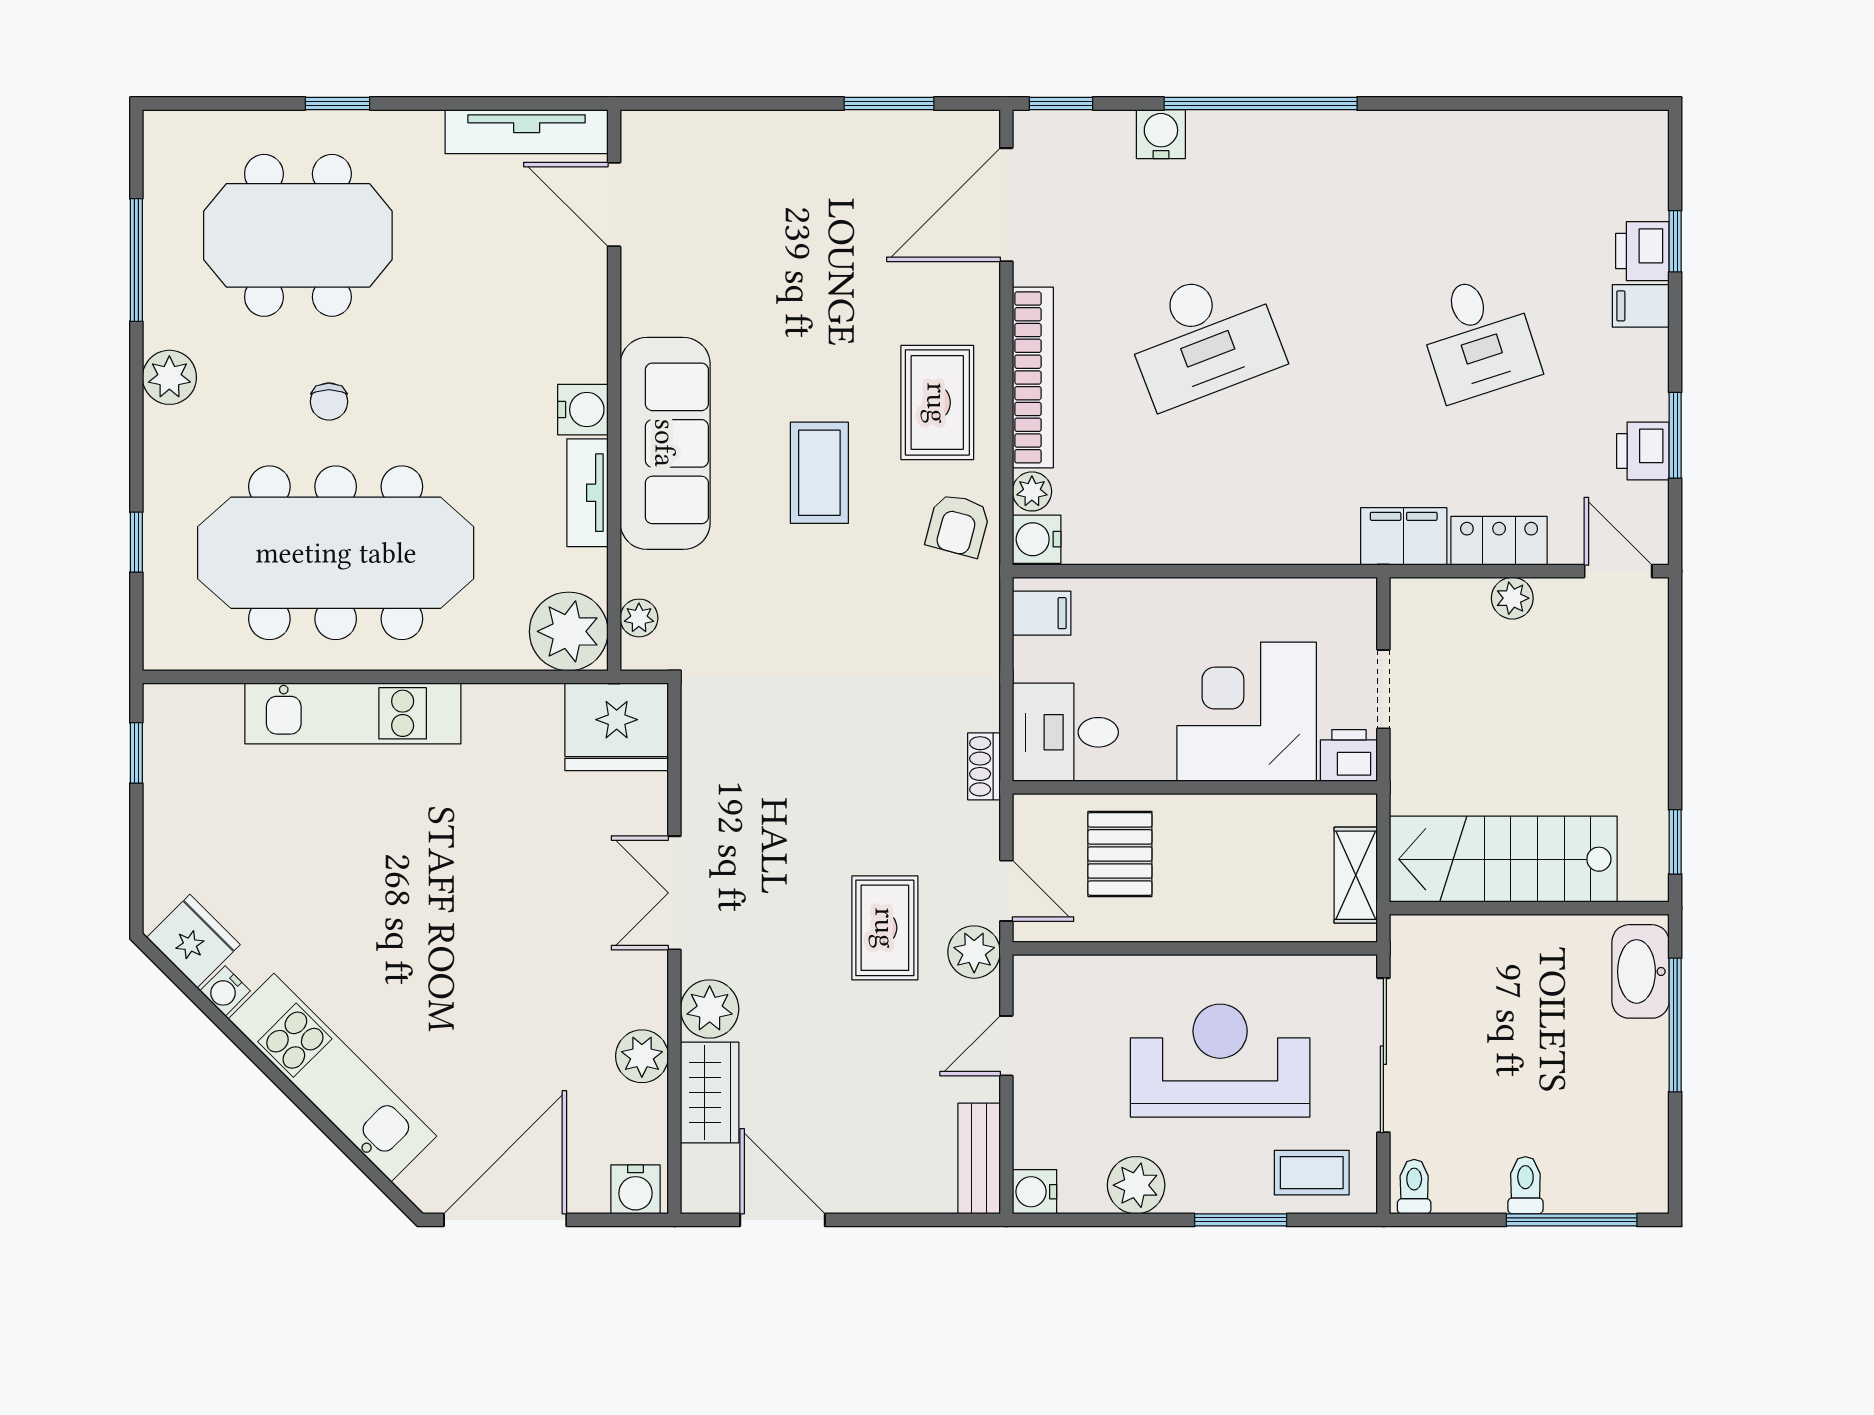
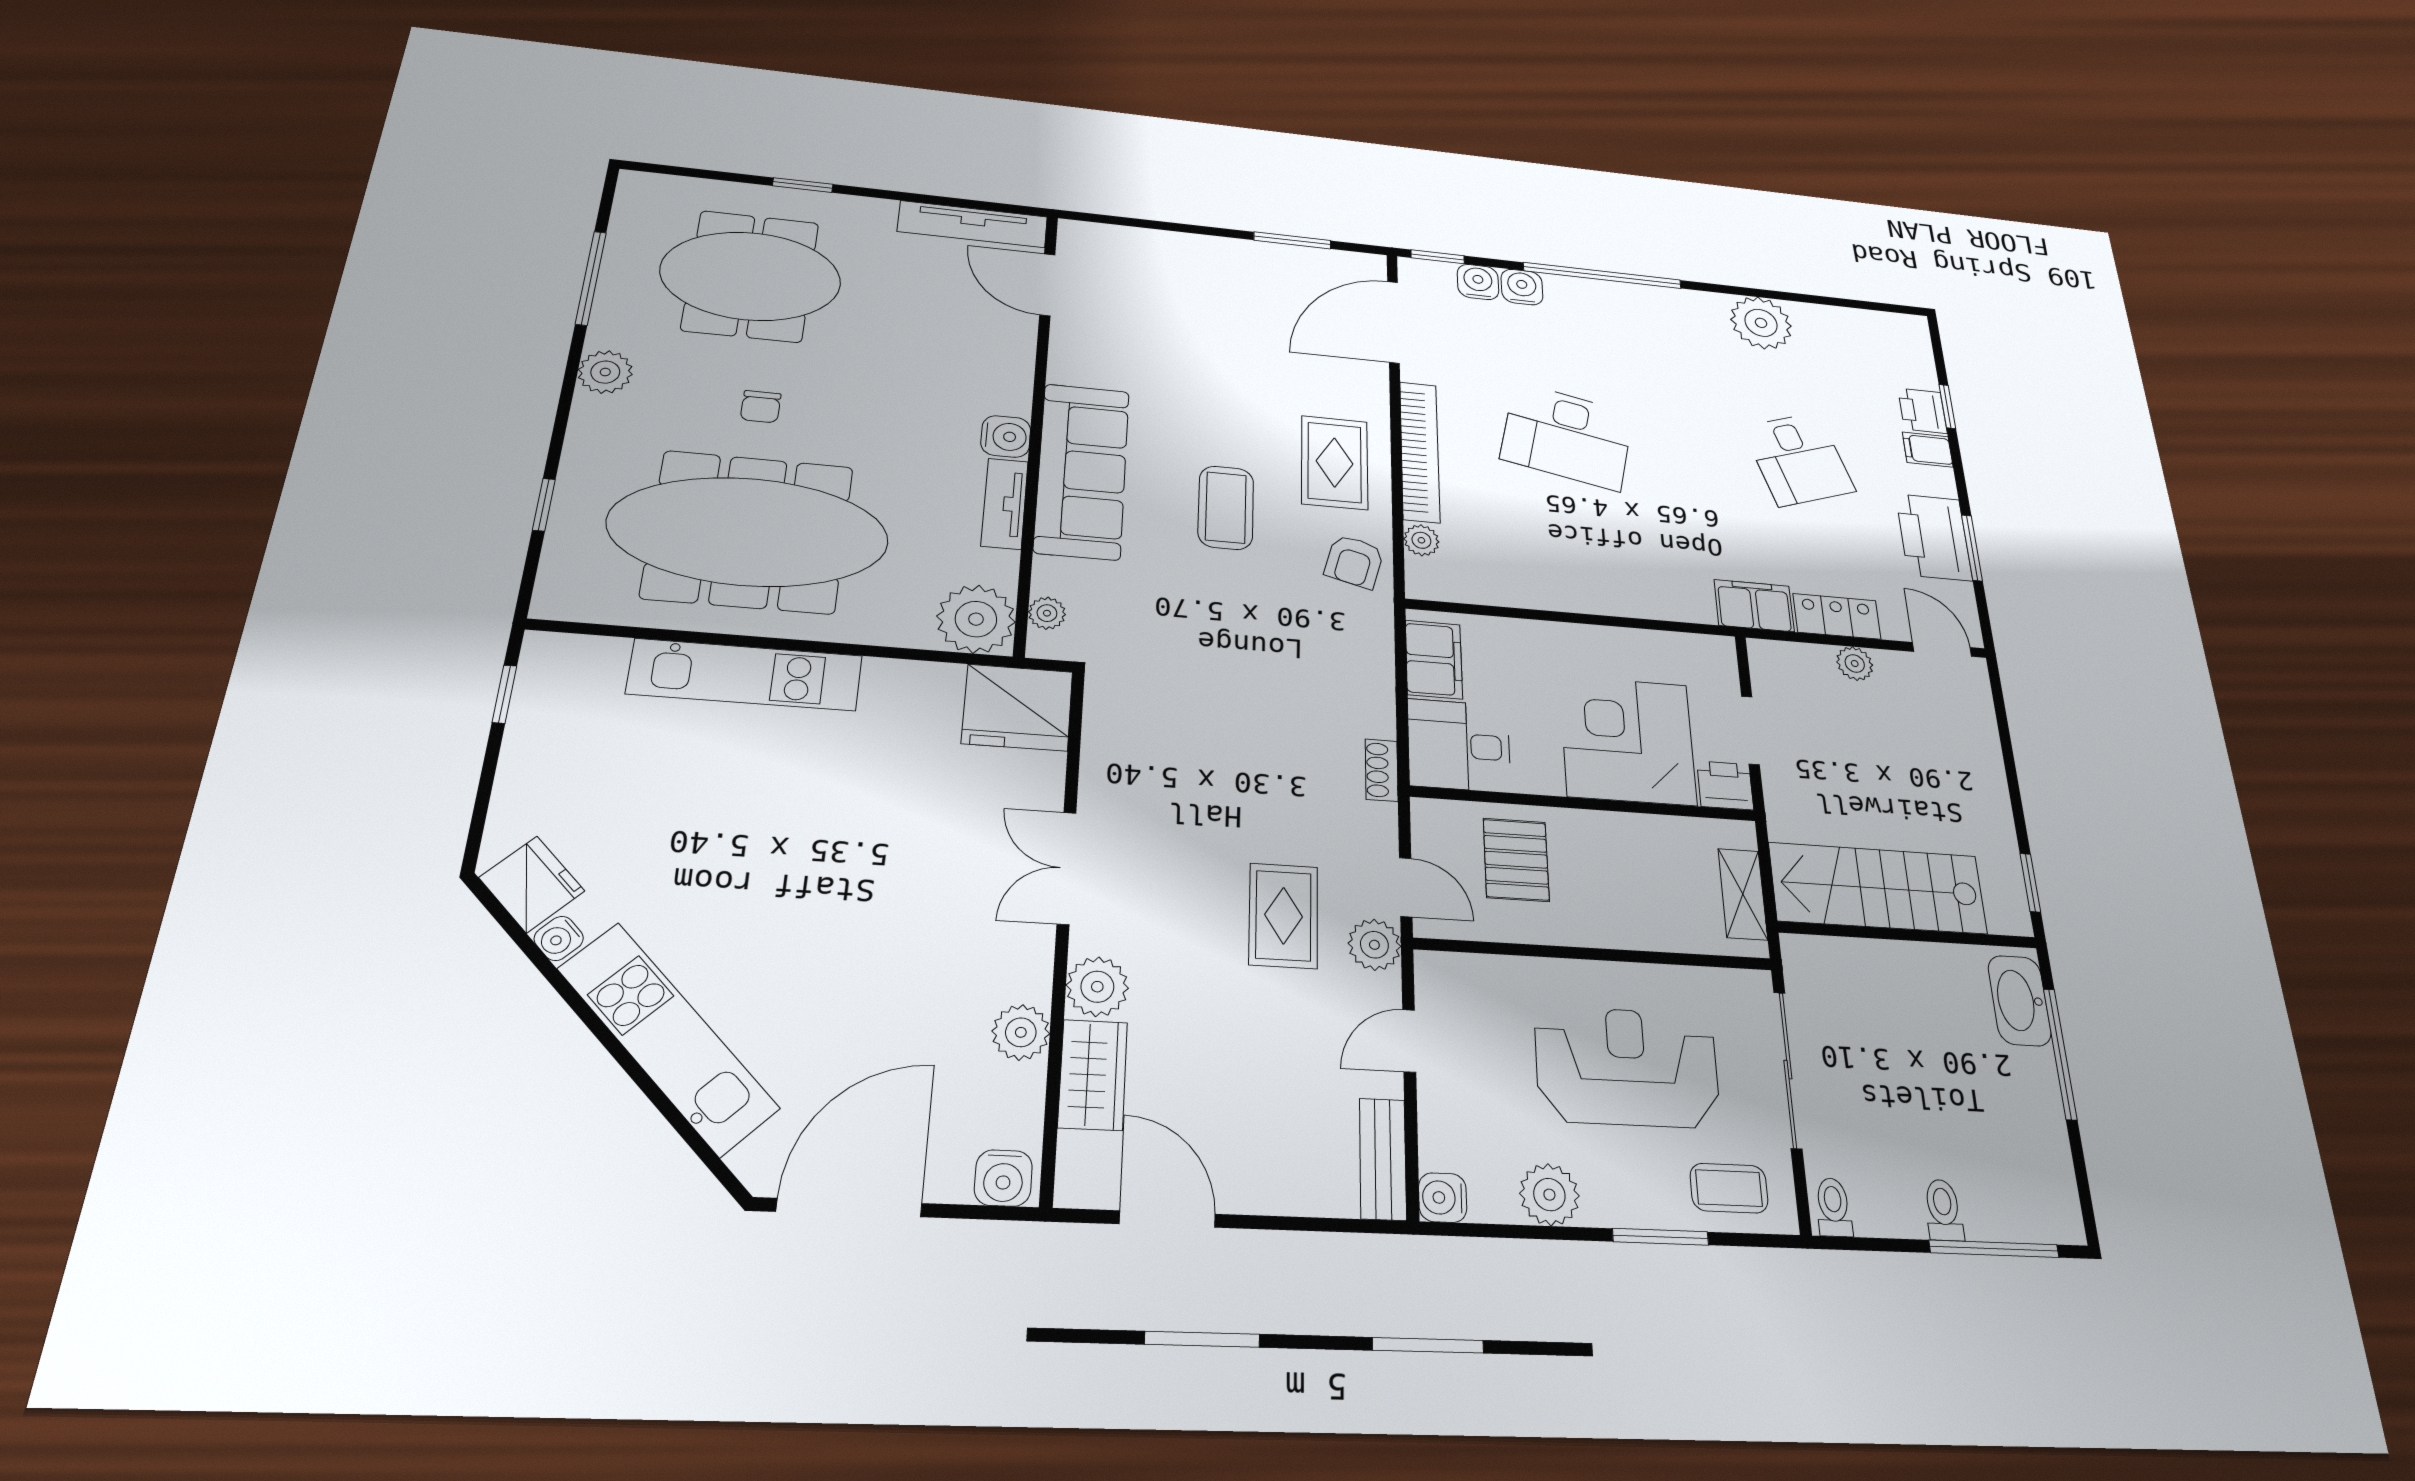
plant: (1453, 148) -> (1761, 323), added
desk: (1203, 337) -> (1567, 436), turned 33
printer: (1643, 451) -> (1934, 537), width x1.87, depth x1.48
water cooler: (1037, 539) -> (1478, 282), moved, turned 90
filing cabinet: (1042, 613) -> (1434, 659), width x2.00

